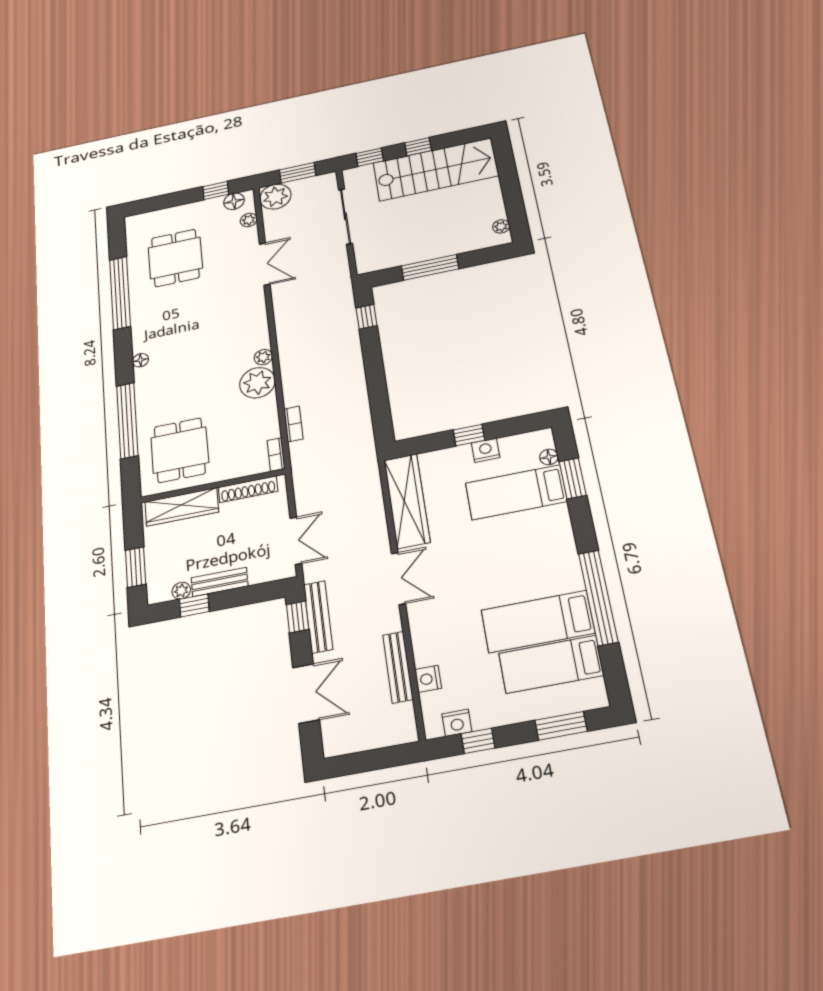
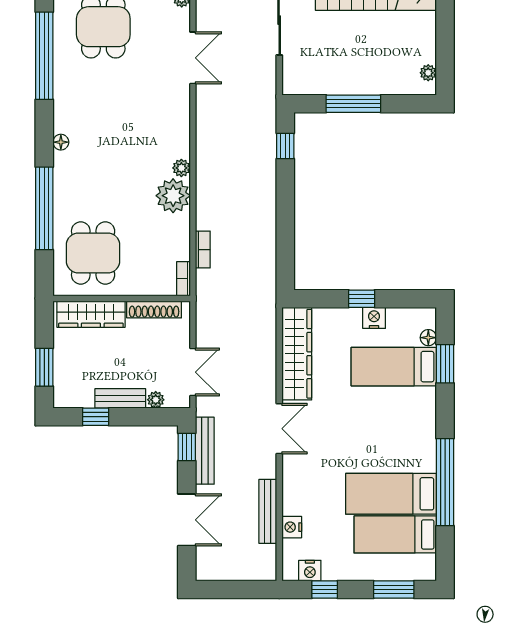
plant: (181, 591) -> (156, 400), moved

